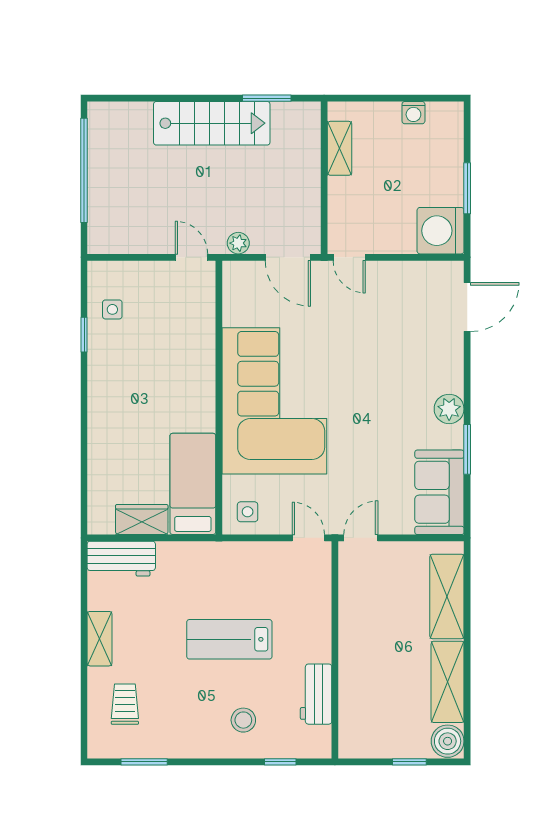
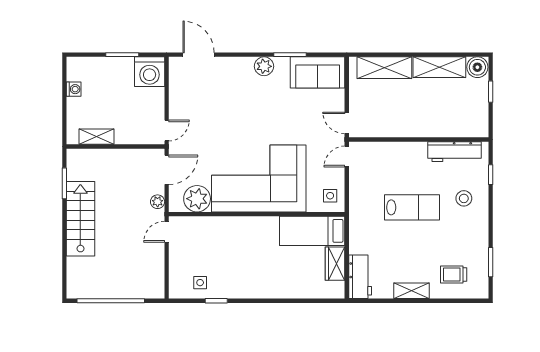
plant: (243, 305) -> (197, 199), added
lab bench: (229, 639) -> (412, 207), turned -90
workbench: (316, 694) -> (454, 152), width x1.38

